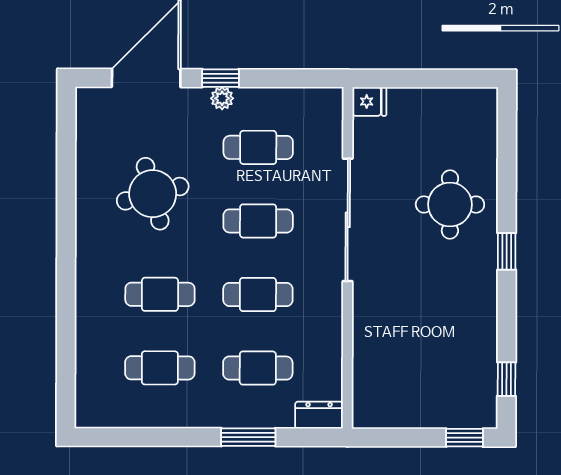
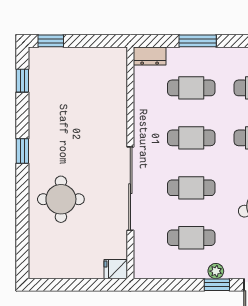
window: (507, 251) -> (22, 151), moved

